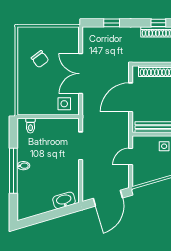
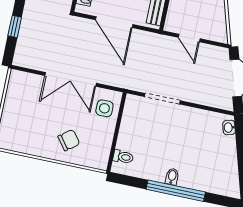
chair: (40, 59) -> (69, 140), moved
washbasin: (64, 200) -> (229, 128), width x0.52, depth x0.69

